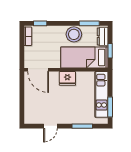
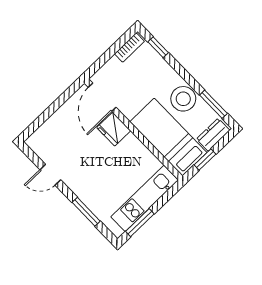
fridge: (67, 78) -> (114, 129), moved

